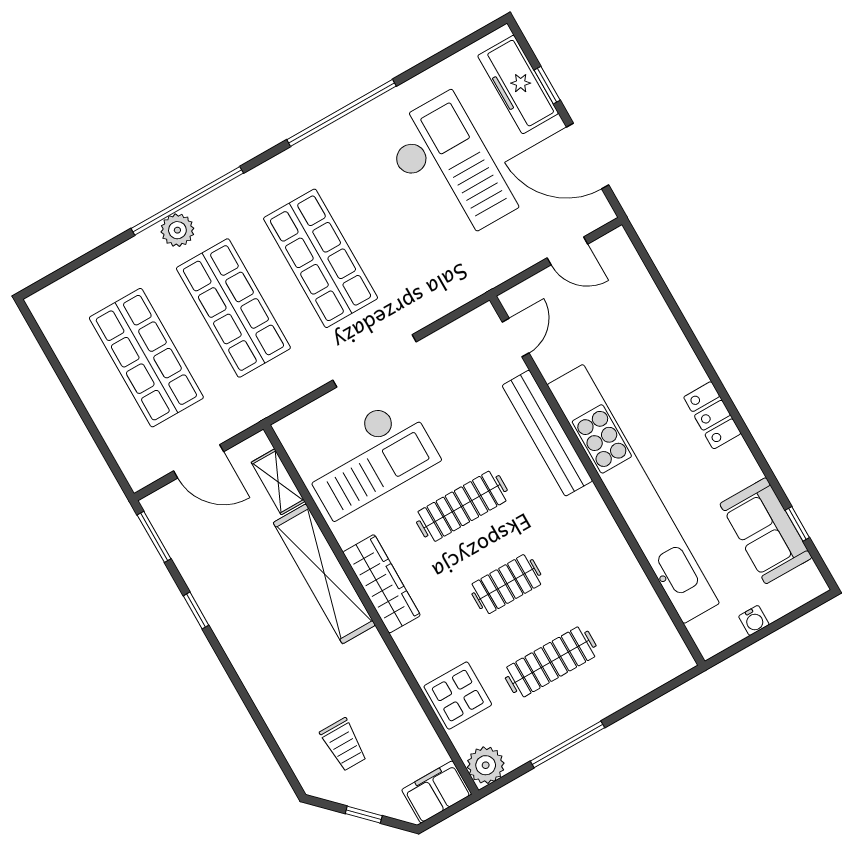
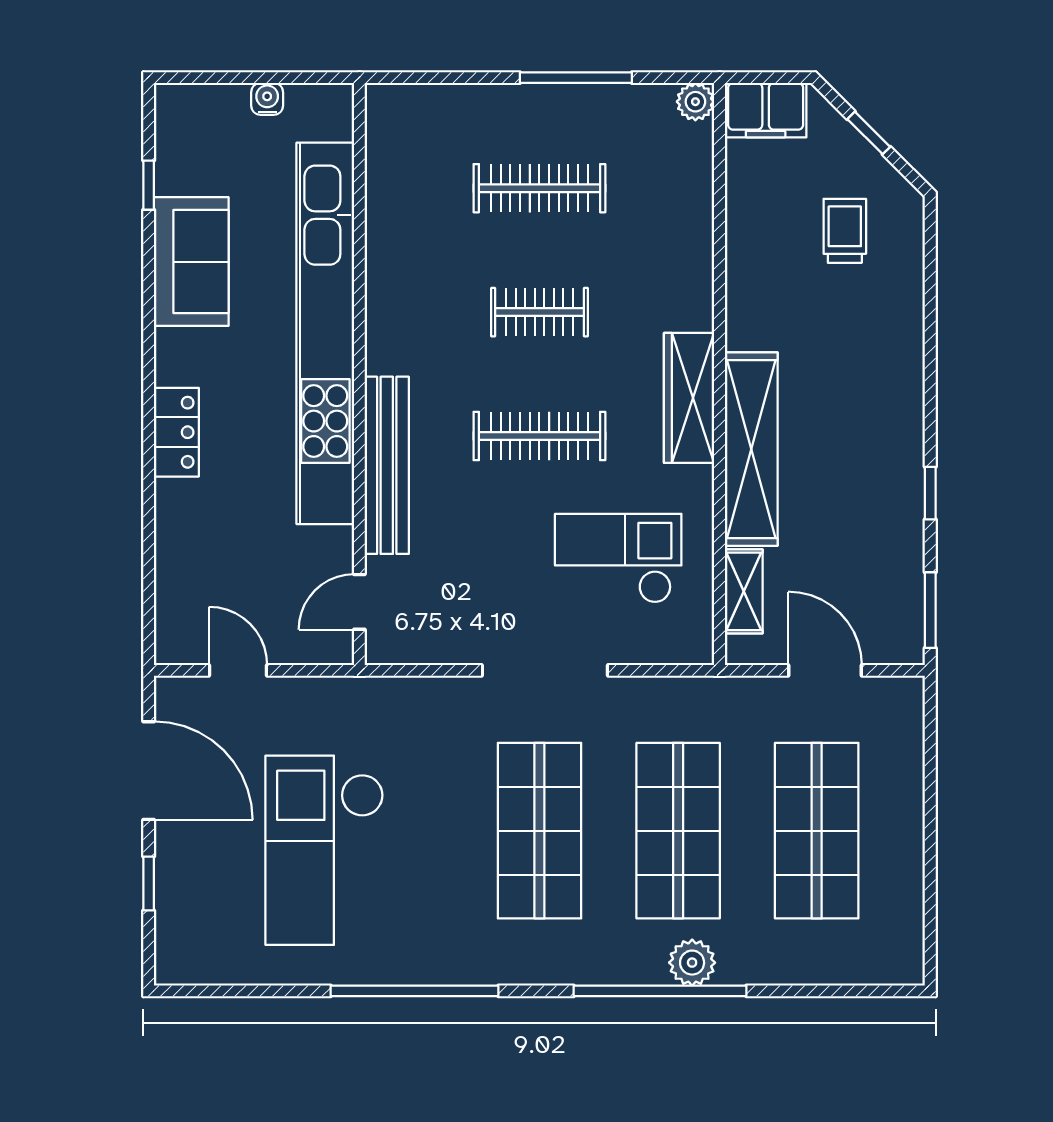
freezer: (518, 85) -> (183, 904), removed
locker: (712, 415) -> (176, 432), moved
checkout: (369, 458) -> (618, 558), width x0.73, depth x0.83
sofa: (766, 531) -> (191, 262), moved
display table: (458, 696) -> (674, 212), removed
plant: (486, 765) -> (695, 102), width x0.73, depth x0.73

